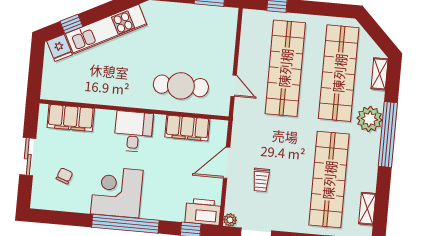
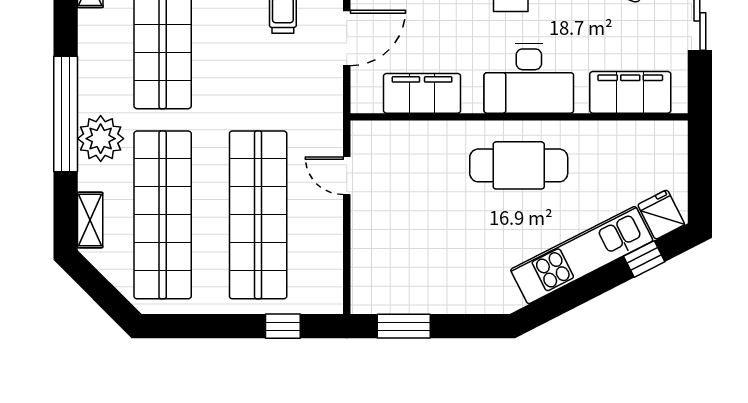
cafe table: (181, 86) -> (519, 165), moved
desk: (133, 132) -> (529, 78), width x1.37

